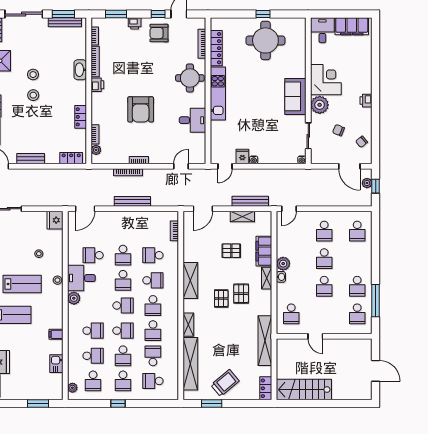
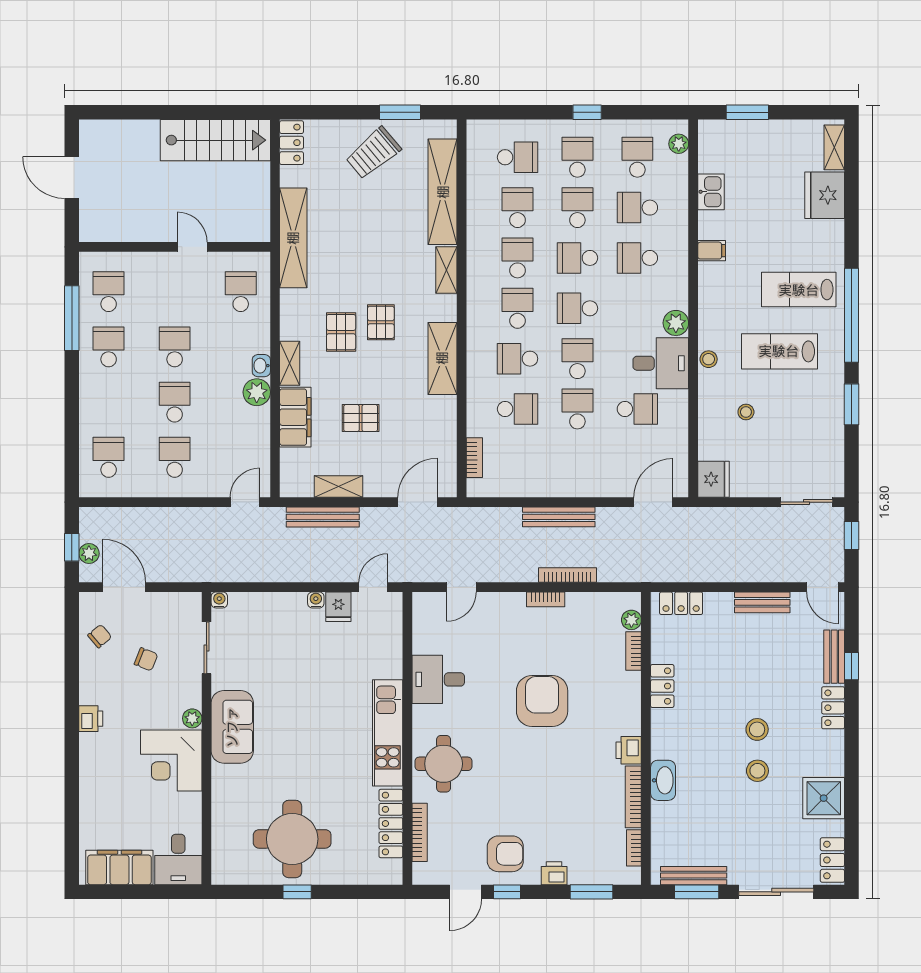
plant: (320, 105) -> (192, 718), width x0.53, depth x0.53
school desk: (153, 356) -> (518, 208), turned 180

